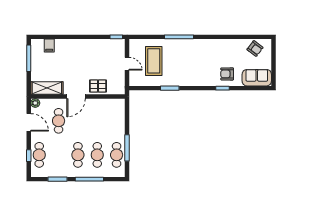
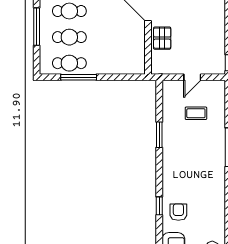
coffee table: (154, 61) -> (196, 113), width x0.54, depth x0.58

